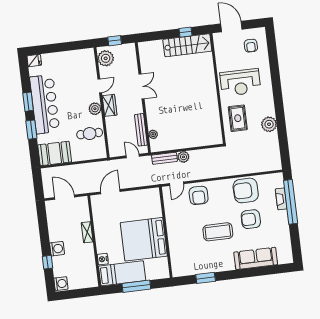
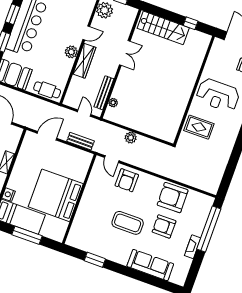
stairs: (187, 45) -> (163, 28), moved
wardrobe: (109, 105) -> (84, 61), width x1.50
rug: (238, 118) -> (199, 127), turned 90
plant: (269, 124) -> (225, 147), removed
cafe table: (90, 134) -> (47, 90), moved
bench: (164, 158) -> (80, 141), moved
door: (176, 184) -> (112, 159), hinge flipped
fireplace: (281, 199) -> (193, 247), moved

